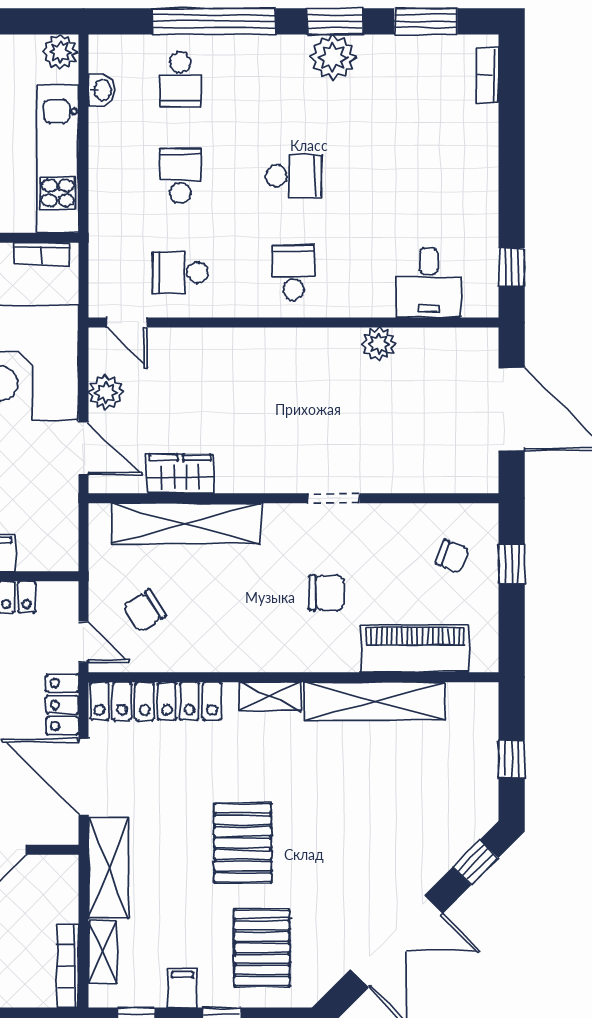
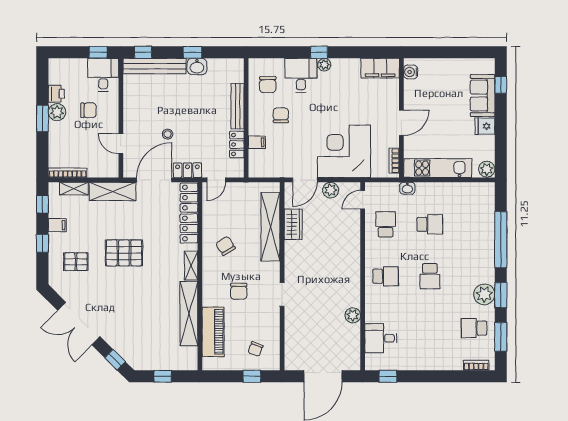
school desk: (180, 79) -> (474, 328), moved
washbasin: (102, 90) -> (407, 188), moved
chair: (144, 611) -> (225, 246), moved
pallet: (262, 948) -> (76, 262), width x0.67, depth x0.71

